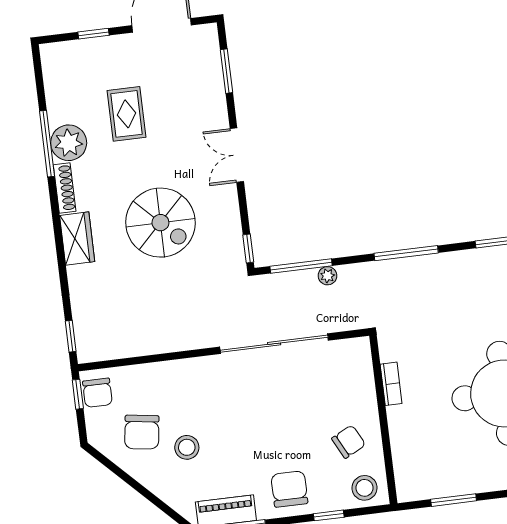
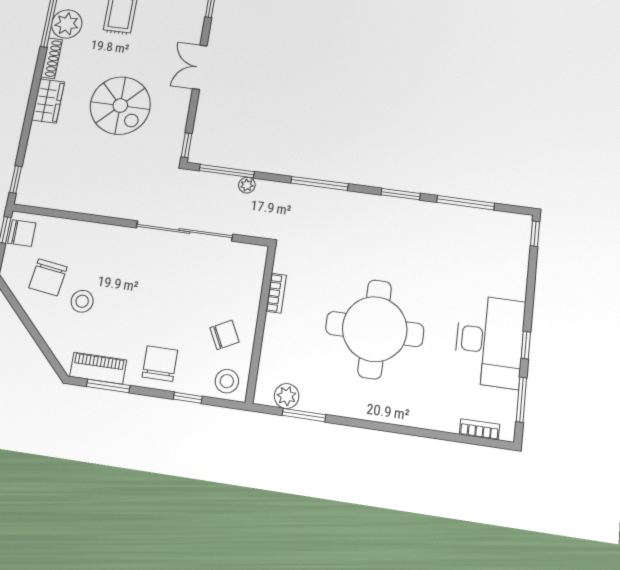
chair: (97, 393) -> (22, 233), turned -90
plant: (430, 486) -> (287, 396), added

